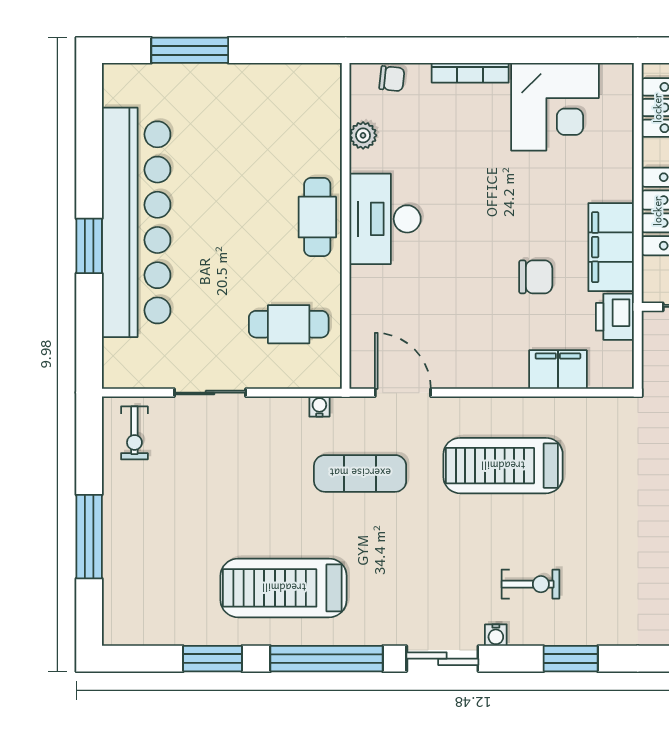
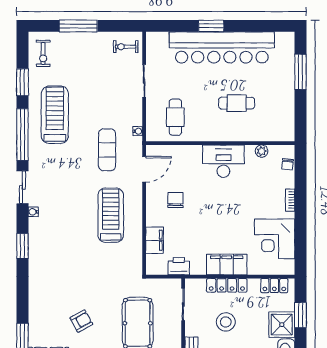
bookcase: (470, 73) -> (290, 200), width x0.64
cafe table: (317, 217) -> (237, 103), moved
filing cabinet: (611, 247) -> (227, 265), moved
chair: (536, 277) -> (175, 200), moved, turned 180
exercise bike: (530, 584) -> (43, 53), moved

